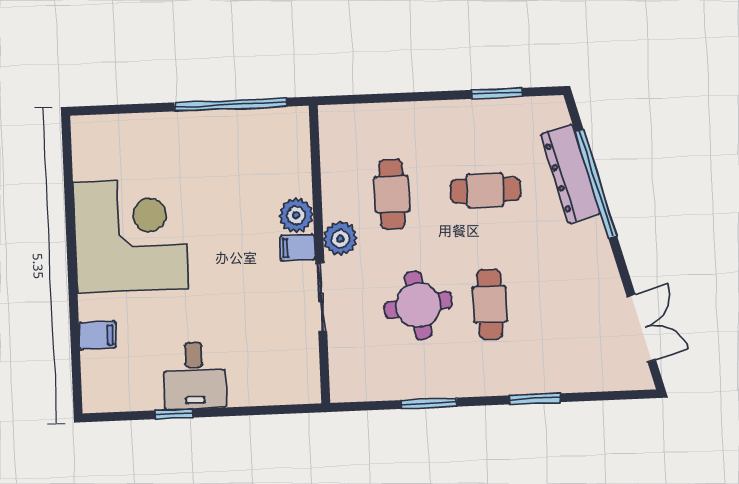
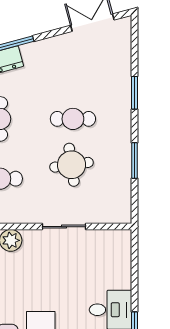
plant: (340, 239) -> (27, 213), removed
filing cabinet: (298, 248) -> (32, 240), removed

